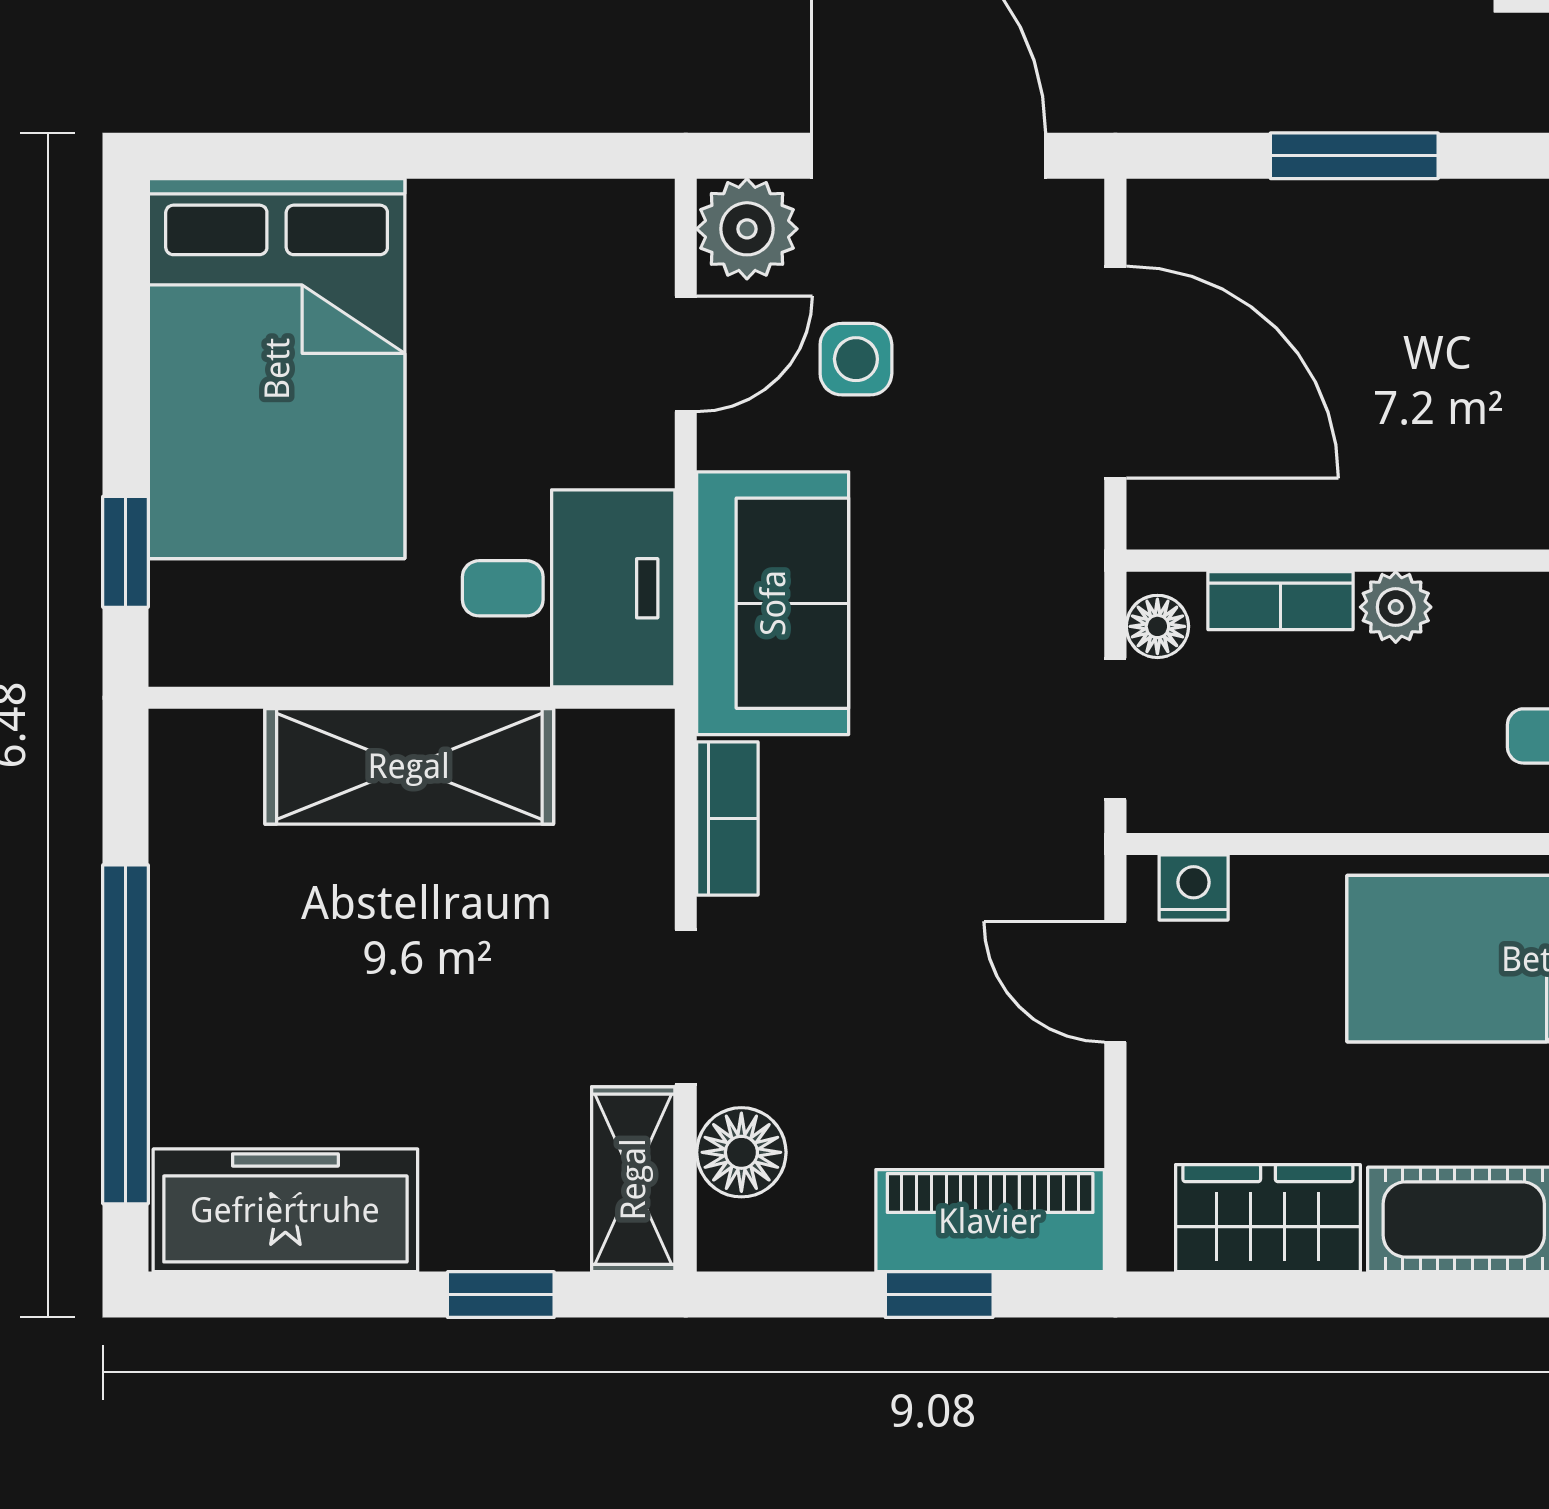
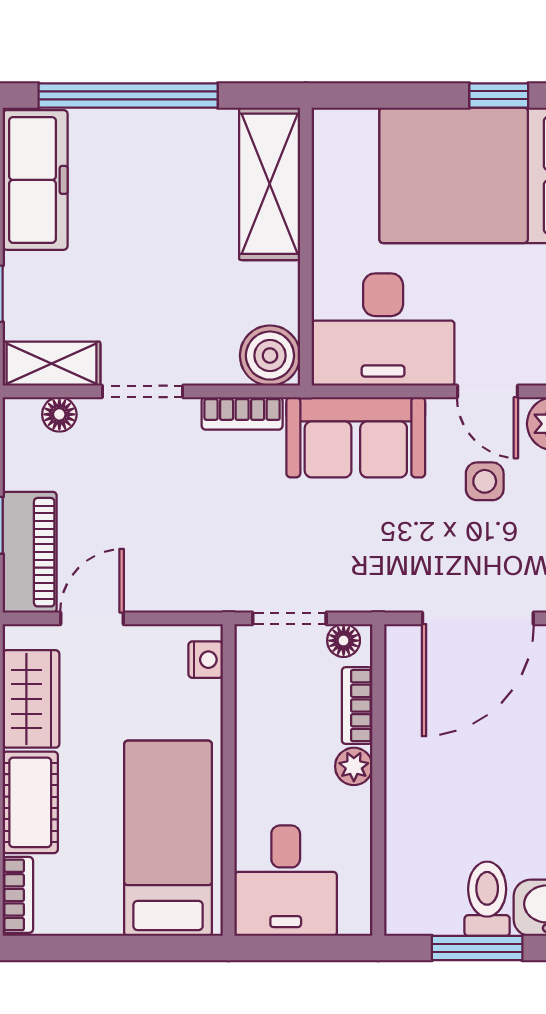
window: (126, 552) -> (499, 95), moved
desk: (569, 588) -> (383, 330), width x1.37
shelving: (409, 766) -> (270, 184), moved
boiler: (618, 766) -> (270, 356), added
door: (1115, 982) -> (92, 618), moved
floor lamp: (741, 1152) -> (59, 414), width x0.73, depth x0.73

